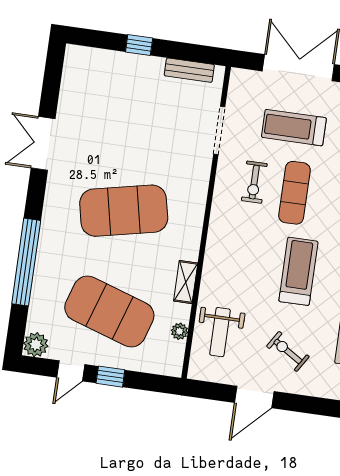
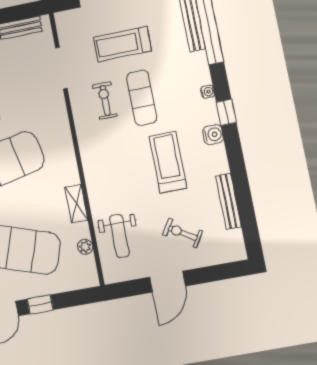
exercise bike: (254, 182) -> (105, 101), turned 180

